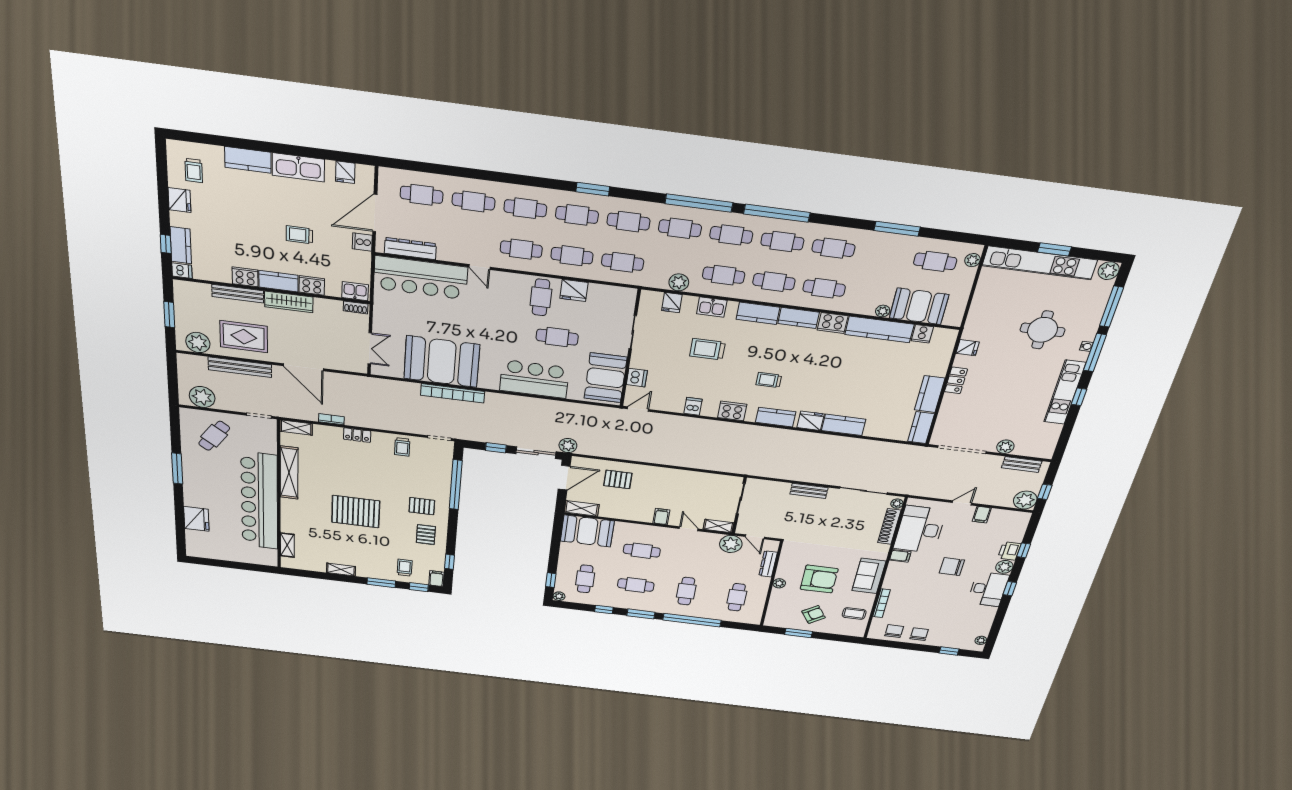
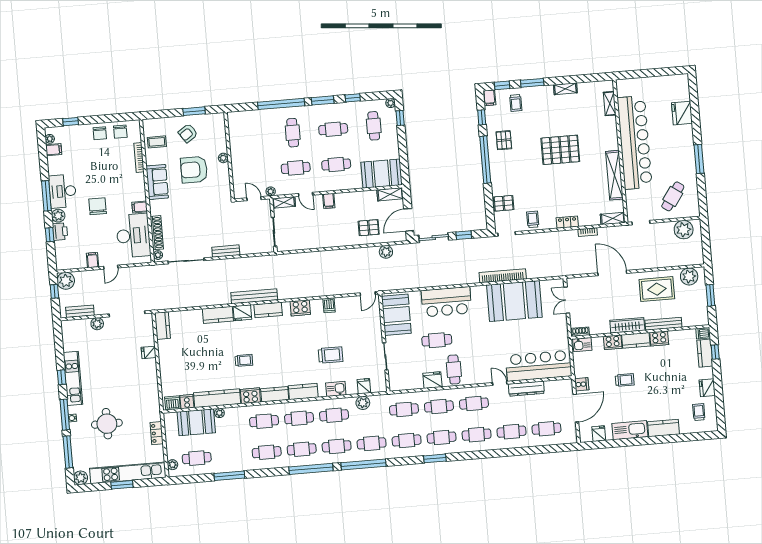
dresser: (410, 248) -> (526, 389), moved
fridge: (968, 348) -> (149, 352), moved
bench: (240, 367) -> (254, 296), moved
dishwasher: (637, 378) -> (172, 403), moved, turned 90
trolley: (769, 380) -> (244, 360), moved
locker: (956, 380) -> (157, 433), moved
kitchen counter: (930, 394) -> (166, 355), removed
plant: (568, 446) -> (386, 252), moved
window: (456, 485) -> (485, 160), moved
pallet: (422, 506) -> (504, 203), moved
plant: (731, 544) -> (271, 191), width x0.53, depth x0.53
dresser: (768, 564) -> (237, 175), removed
chair: (952, 567) -> (98, 206), turned -90
window: (1010, 589) -> (46, 196), width x2.17
cafe table: (737, 597) -> (296, 168), moved, turned 90
filing cabinet: (981, 630) -> (54, 150), added

